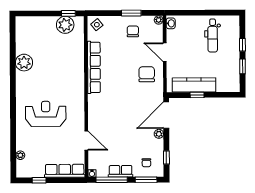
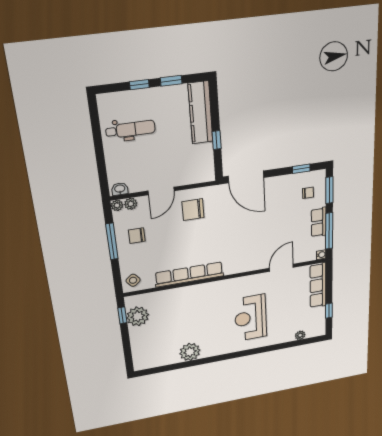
window: (131, 13) -> (112, 241), width x1.44
kitchen counter: (194, 85) -> (200, 113), moved
plant: (159, 134) -> (131, 204), moved

